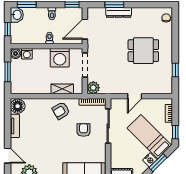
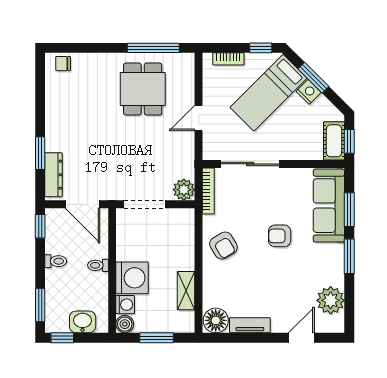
dresser: (119, 12) -> (54, 175), moved
washbasin: (17, 15) -> (83, 322), moved
window: (8, 29) -> (62, 338), moved
dining table: (143, 51) -> (143, 89), moved
washing machine: (60, 58) -> (132, 278), moved
window: (175, 70) -> (153, 48), width x2.17
shelving: (62, 89) -> (186, 291), moved
door: (135, 96) -> (199, 118), swing flipped
armchair: (84, 130) -> (280, 236), moved

